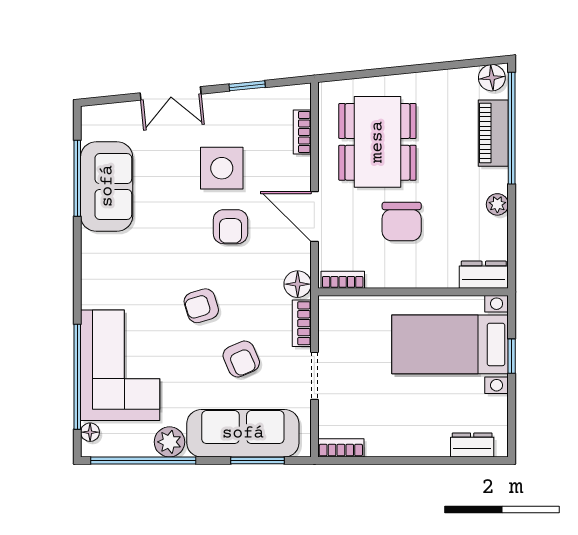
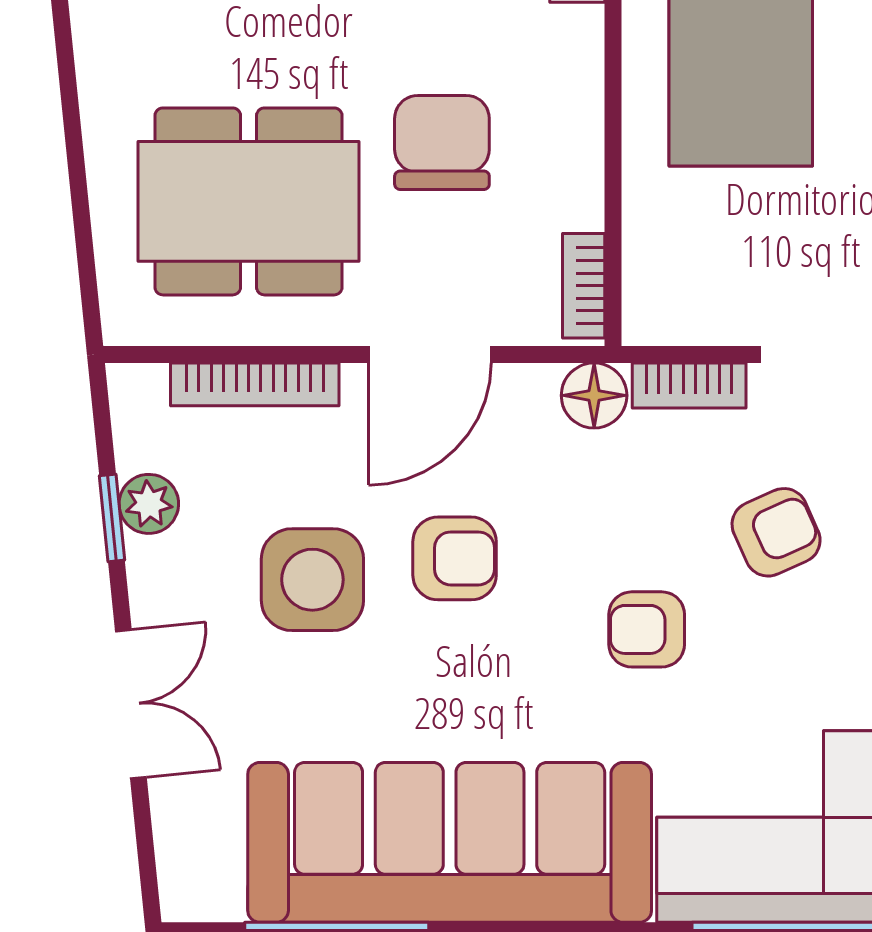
plant: (253, 101) -> (149, 504), added
bookcase: (302, 132) -> (255, 384), width x1.56
sofa: (107, 186) -> (450, 842), width x1.85, depth x1.27
chair: (402, 221) -> (442, 142), turned -90
armchair: (201, 306) -> (647, 629), turned 107

